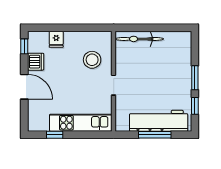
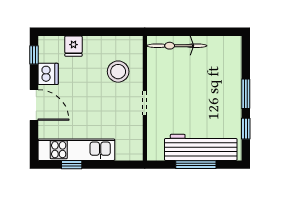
kitchen unit: (81, 123) -> (76, 150), moved

